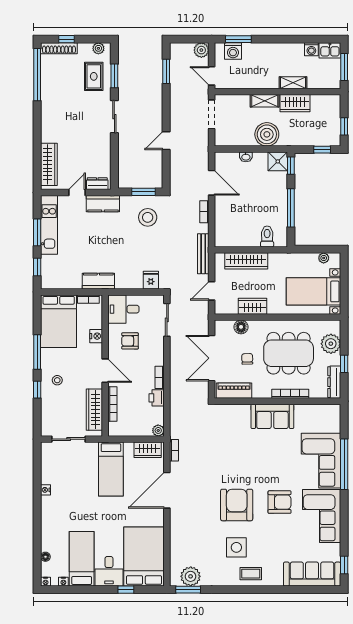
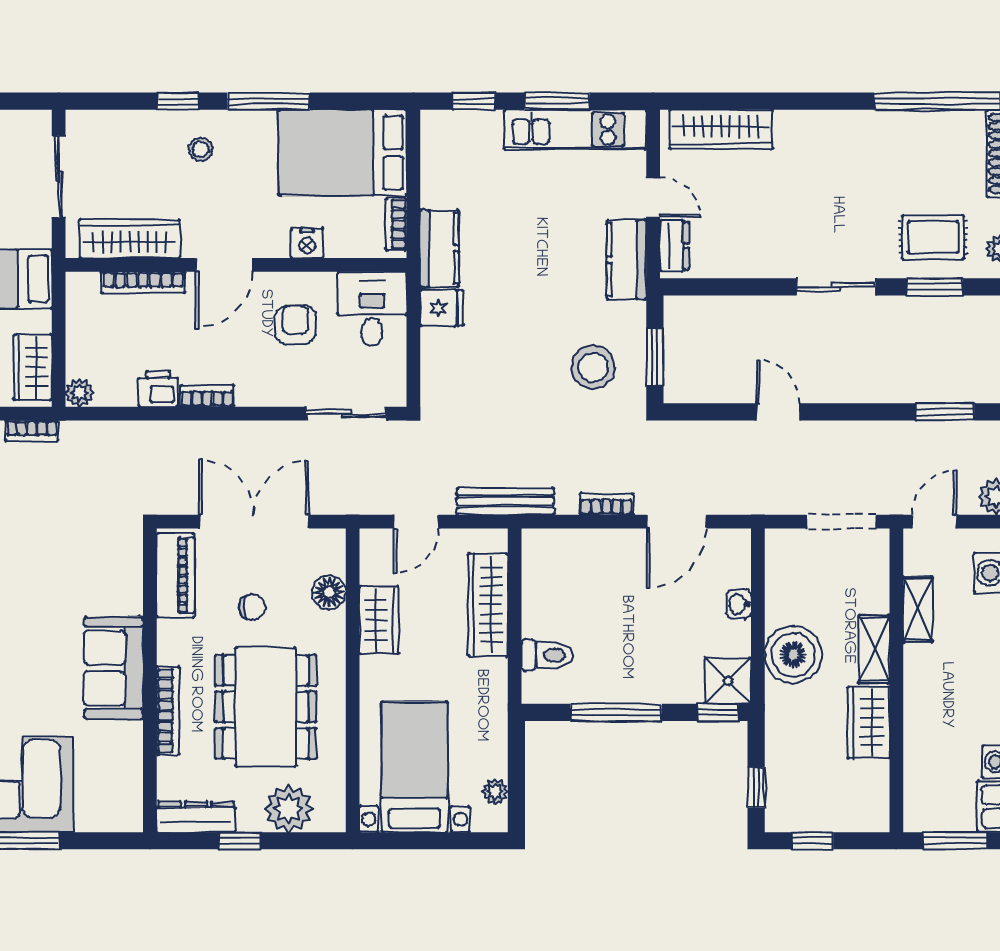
shelving: (293, 83) -> (918, 610), moved
fridge: (151, 280) -> (442, 308), moved
door: (212, 291) -> (416, 522), swing flipped

